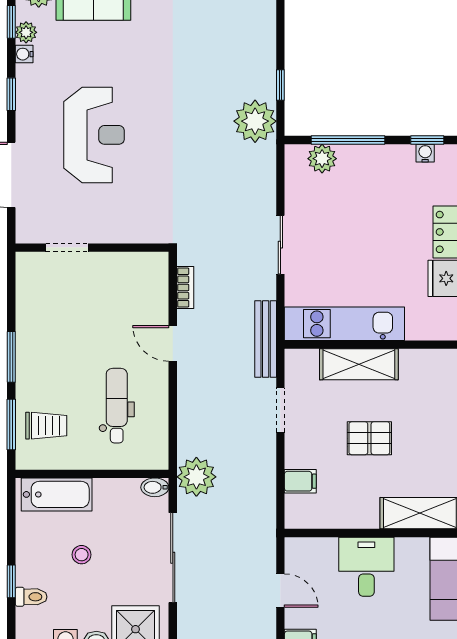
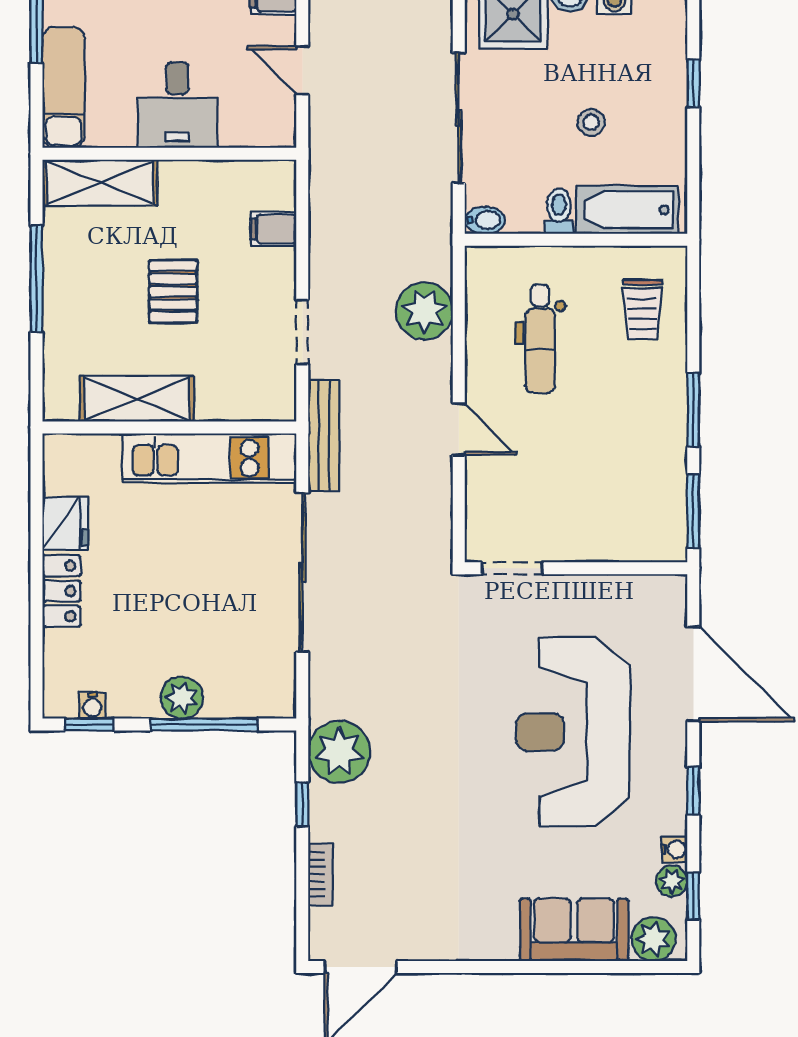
reception desk: (94, 135) -> (573, 732), width x1.36, depth x1.30
plant: (322, 159) -> (182, 698), moved
sliding door: (280, 245) -> (302, 572), width x1.86
doorway: (67, 248) -> (512, 568), moved
bookcase: (185, 288) -> (320, 874), moved, turned 180
shelving: (359, 364) -> (137, 399), moved
window: (11, 424) -> (693, 511), moved
trolley: (46, 426) -> (642, 310), turned -90
pallet: (369, 438) -> (173, 291), turned 90
plant: (196, 477) -> (424, 311), moved
toilet: (31, 597) -> (559, 211), moved, turned 90

